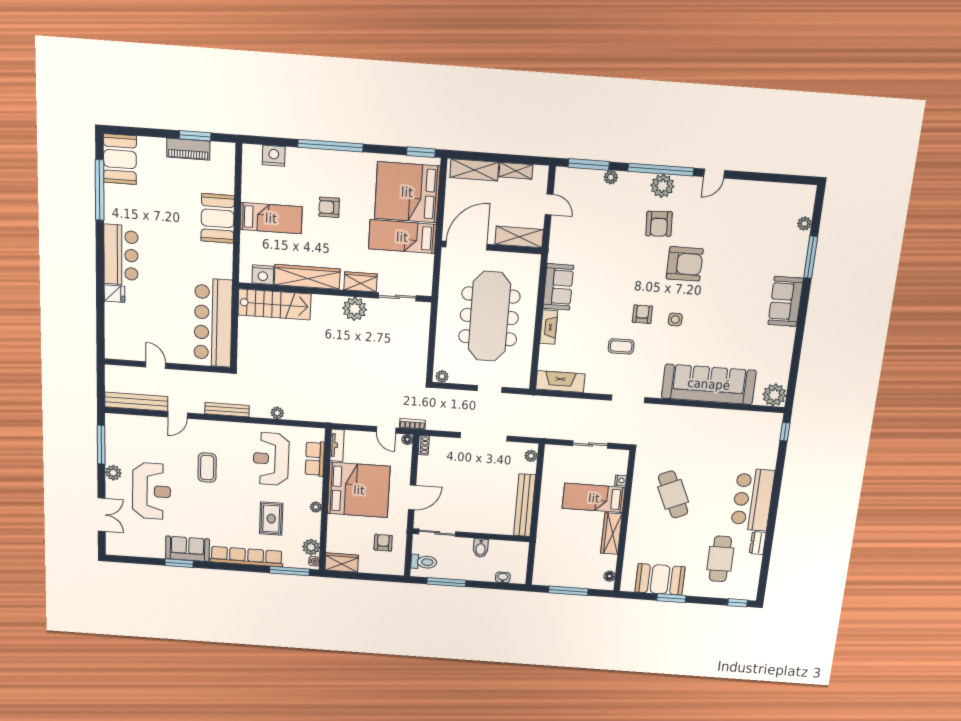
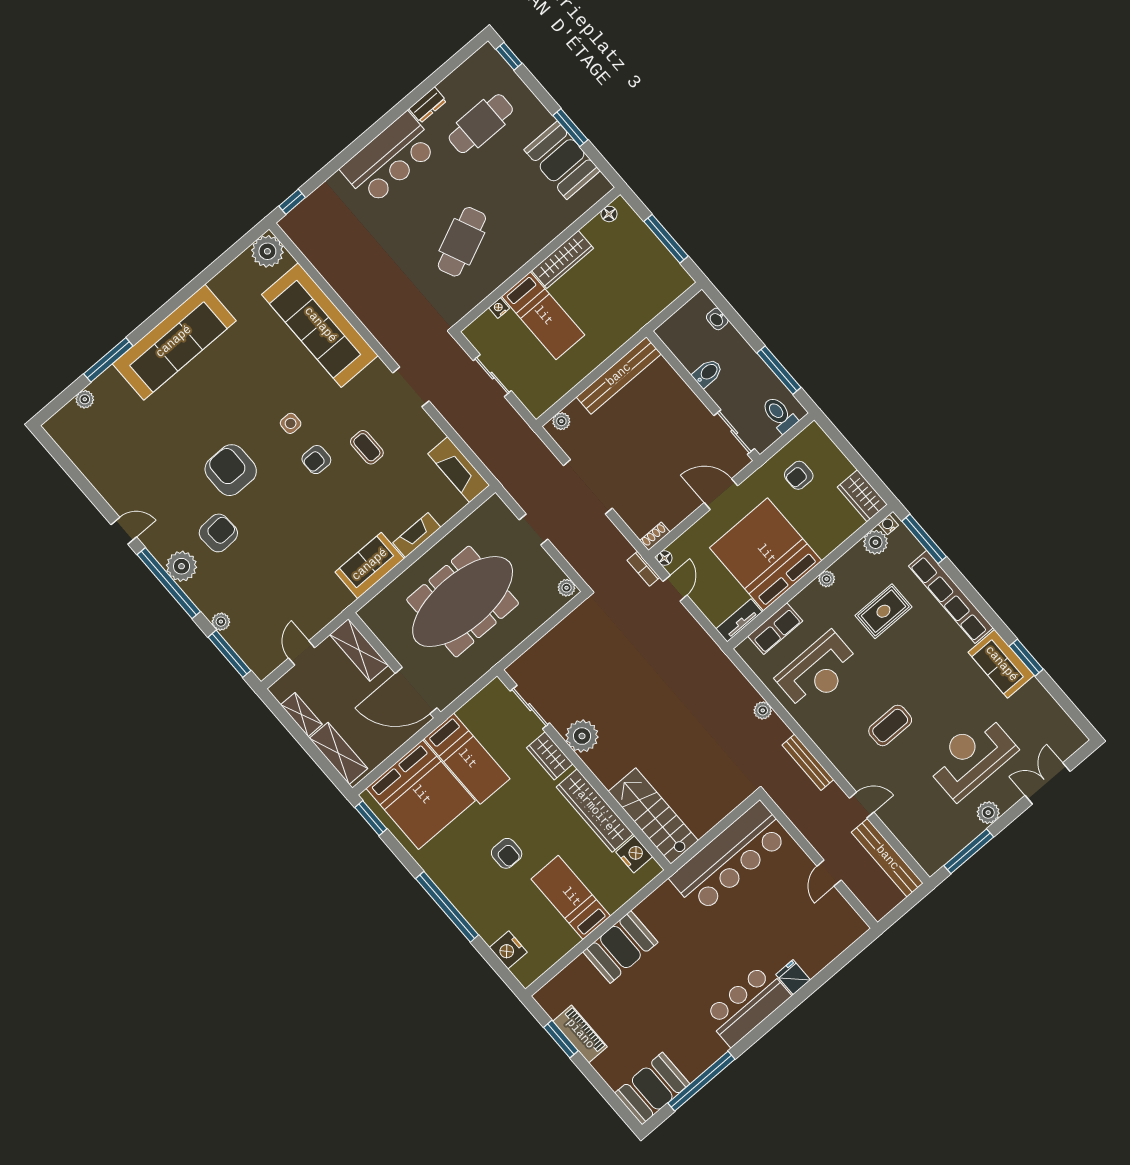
sofa: (786, 301) -> (174, 342), width x1.85, depth x1.27

